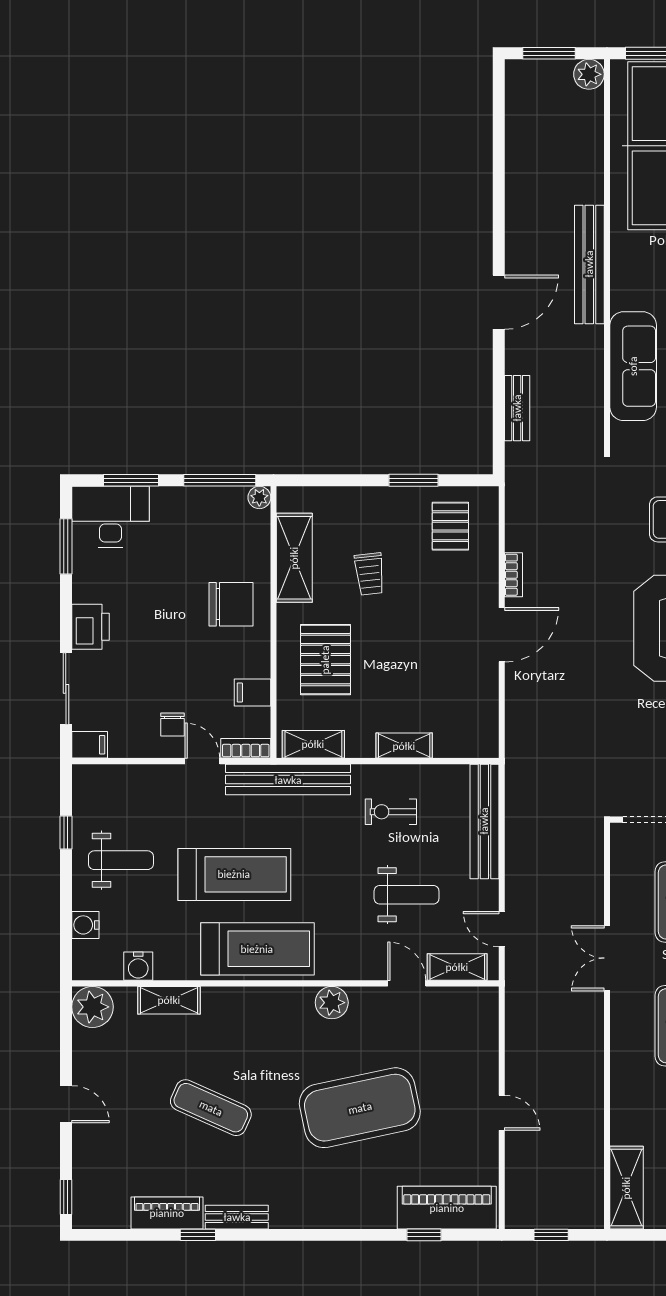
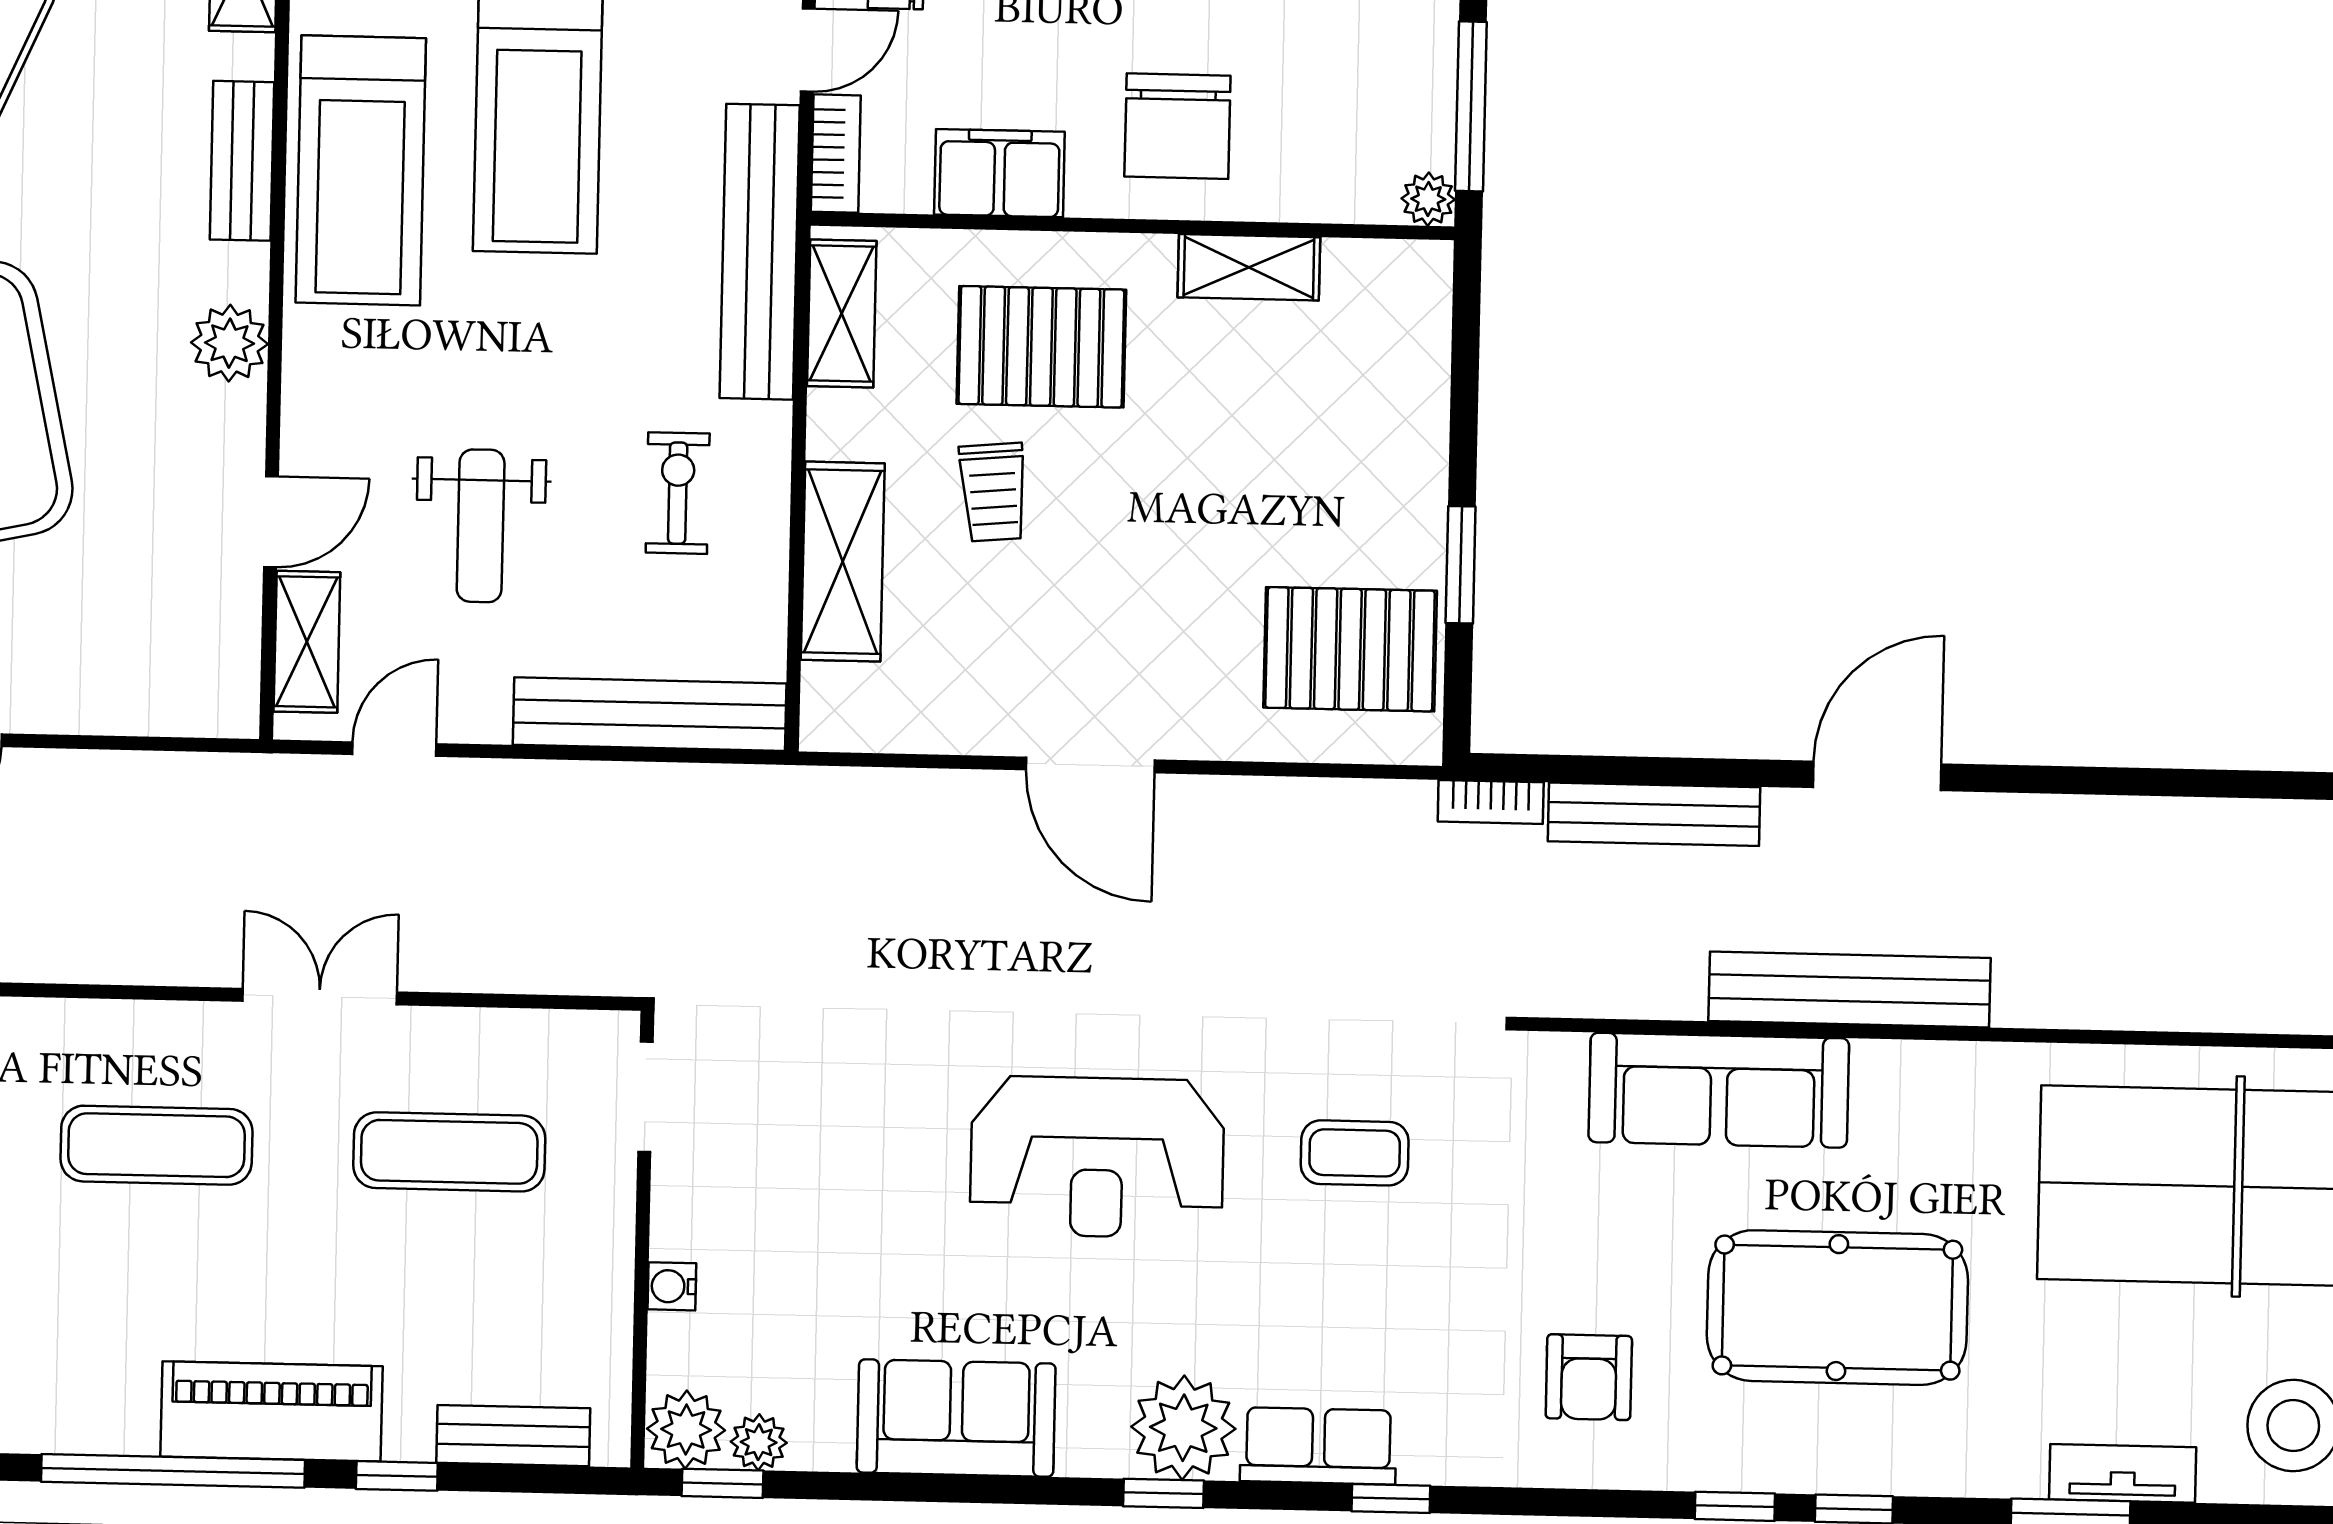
bench: (589, 264) -> (1849, 989), moved
door: (499, 302) -> (1877, 776), swing flipped
bench: (517, 408) -> (1654, 814), width x1.36
pallet: (450, 526) -> (1350, 649), width x1.50, depth x1.42
shelving: (294, 558) -> (1249, 267), width x0.67, depth x0.75
trolley: (370, 574) -> (993, 492), moved, turned -89
bookcase: (513, 575) -> (1491, 802), moved
filing cabinet: (253, 693) -> (999, 173), width x2.00
shelving: (404, 746) -> (843, 562), width x1.50, depth x1.33
bench: (255, 999) -> (242, 161), added

